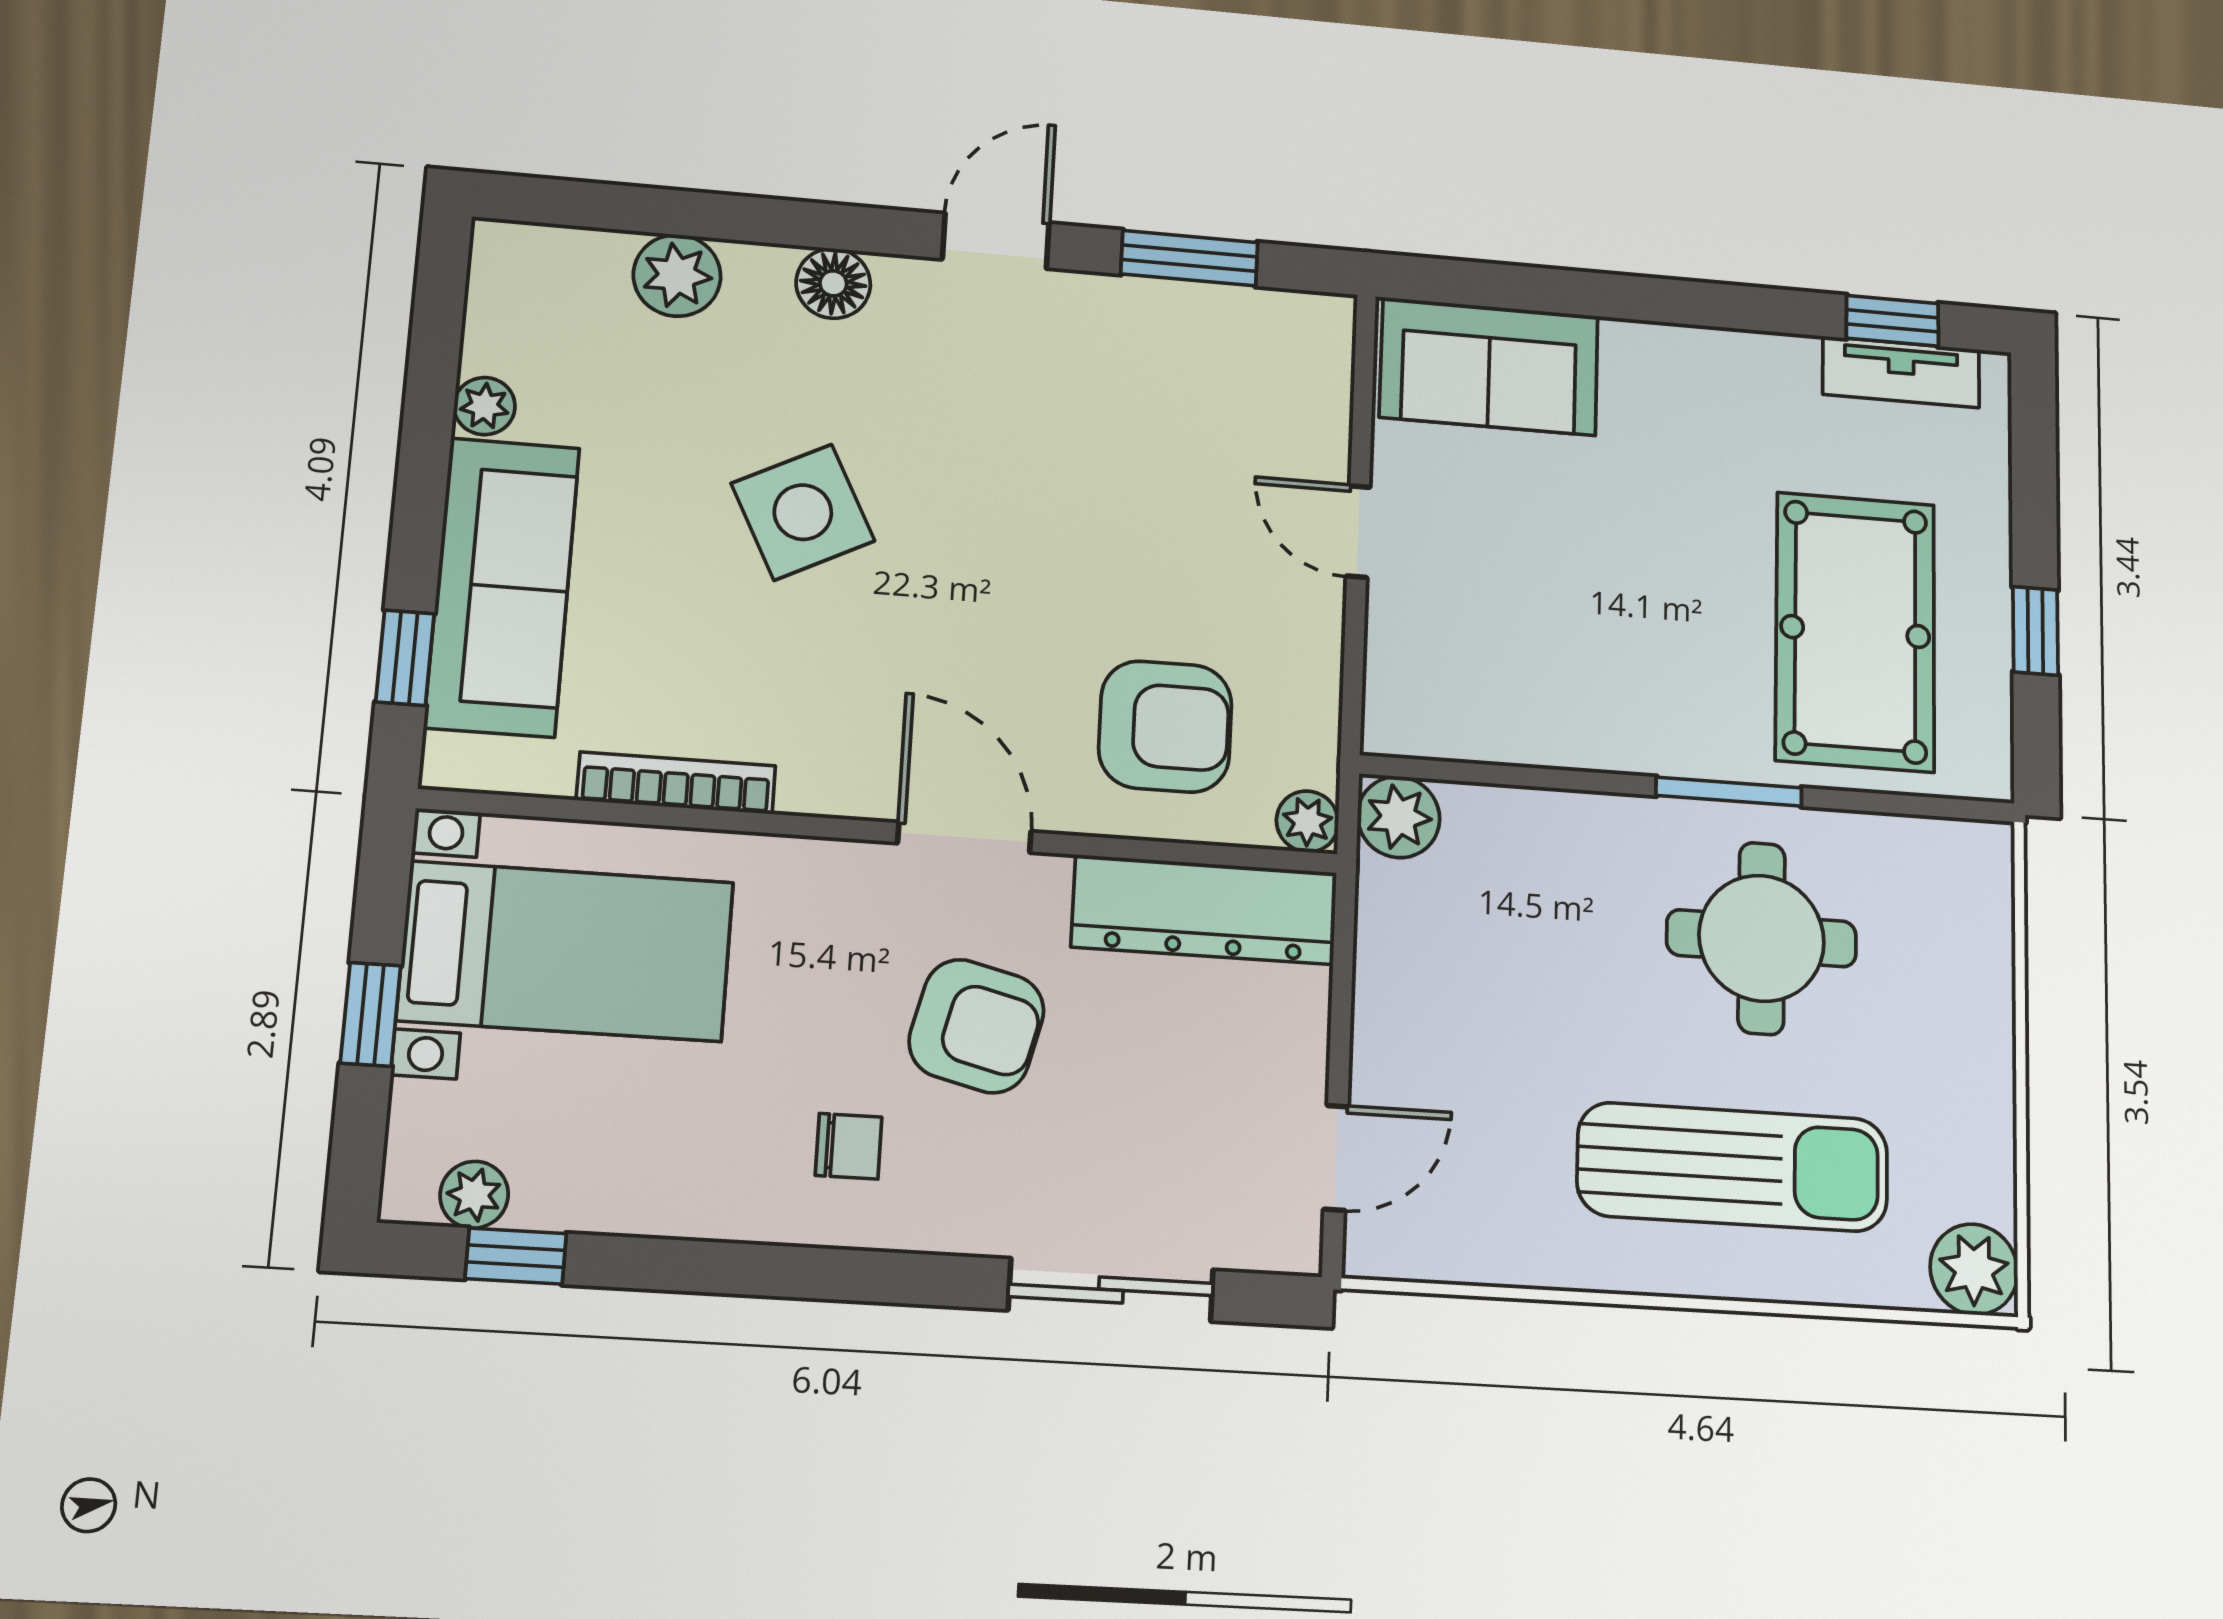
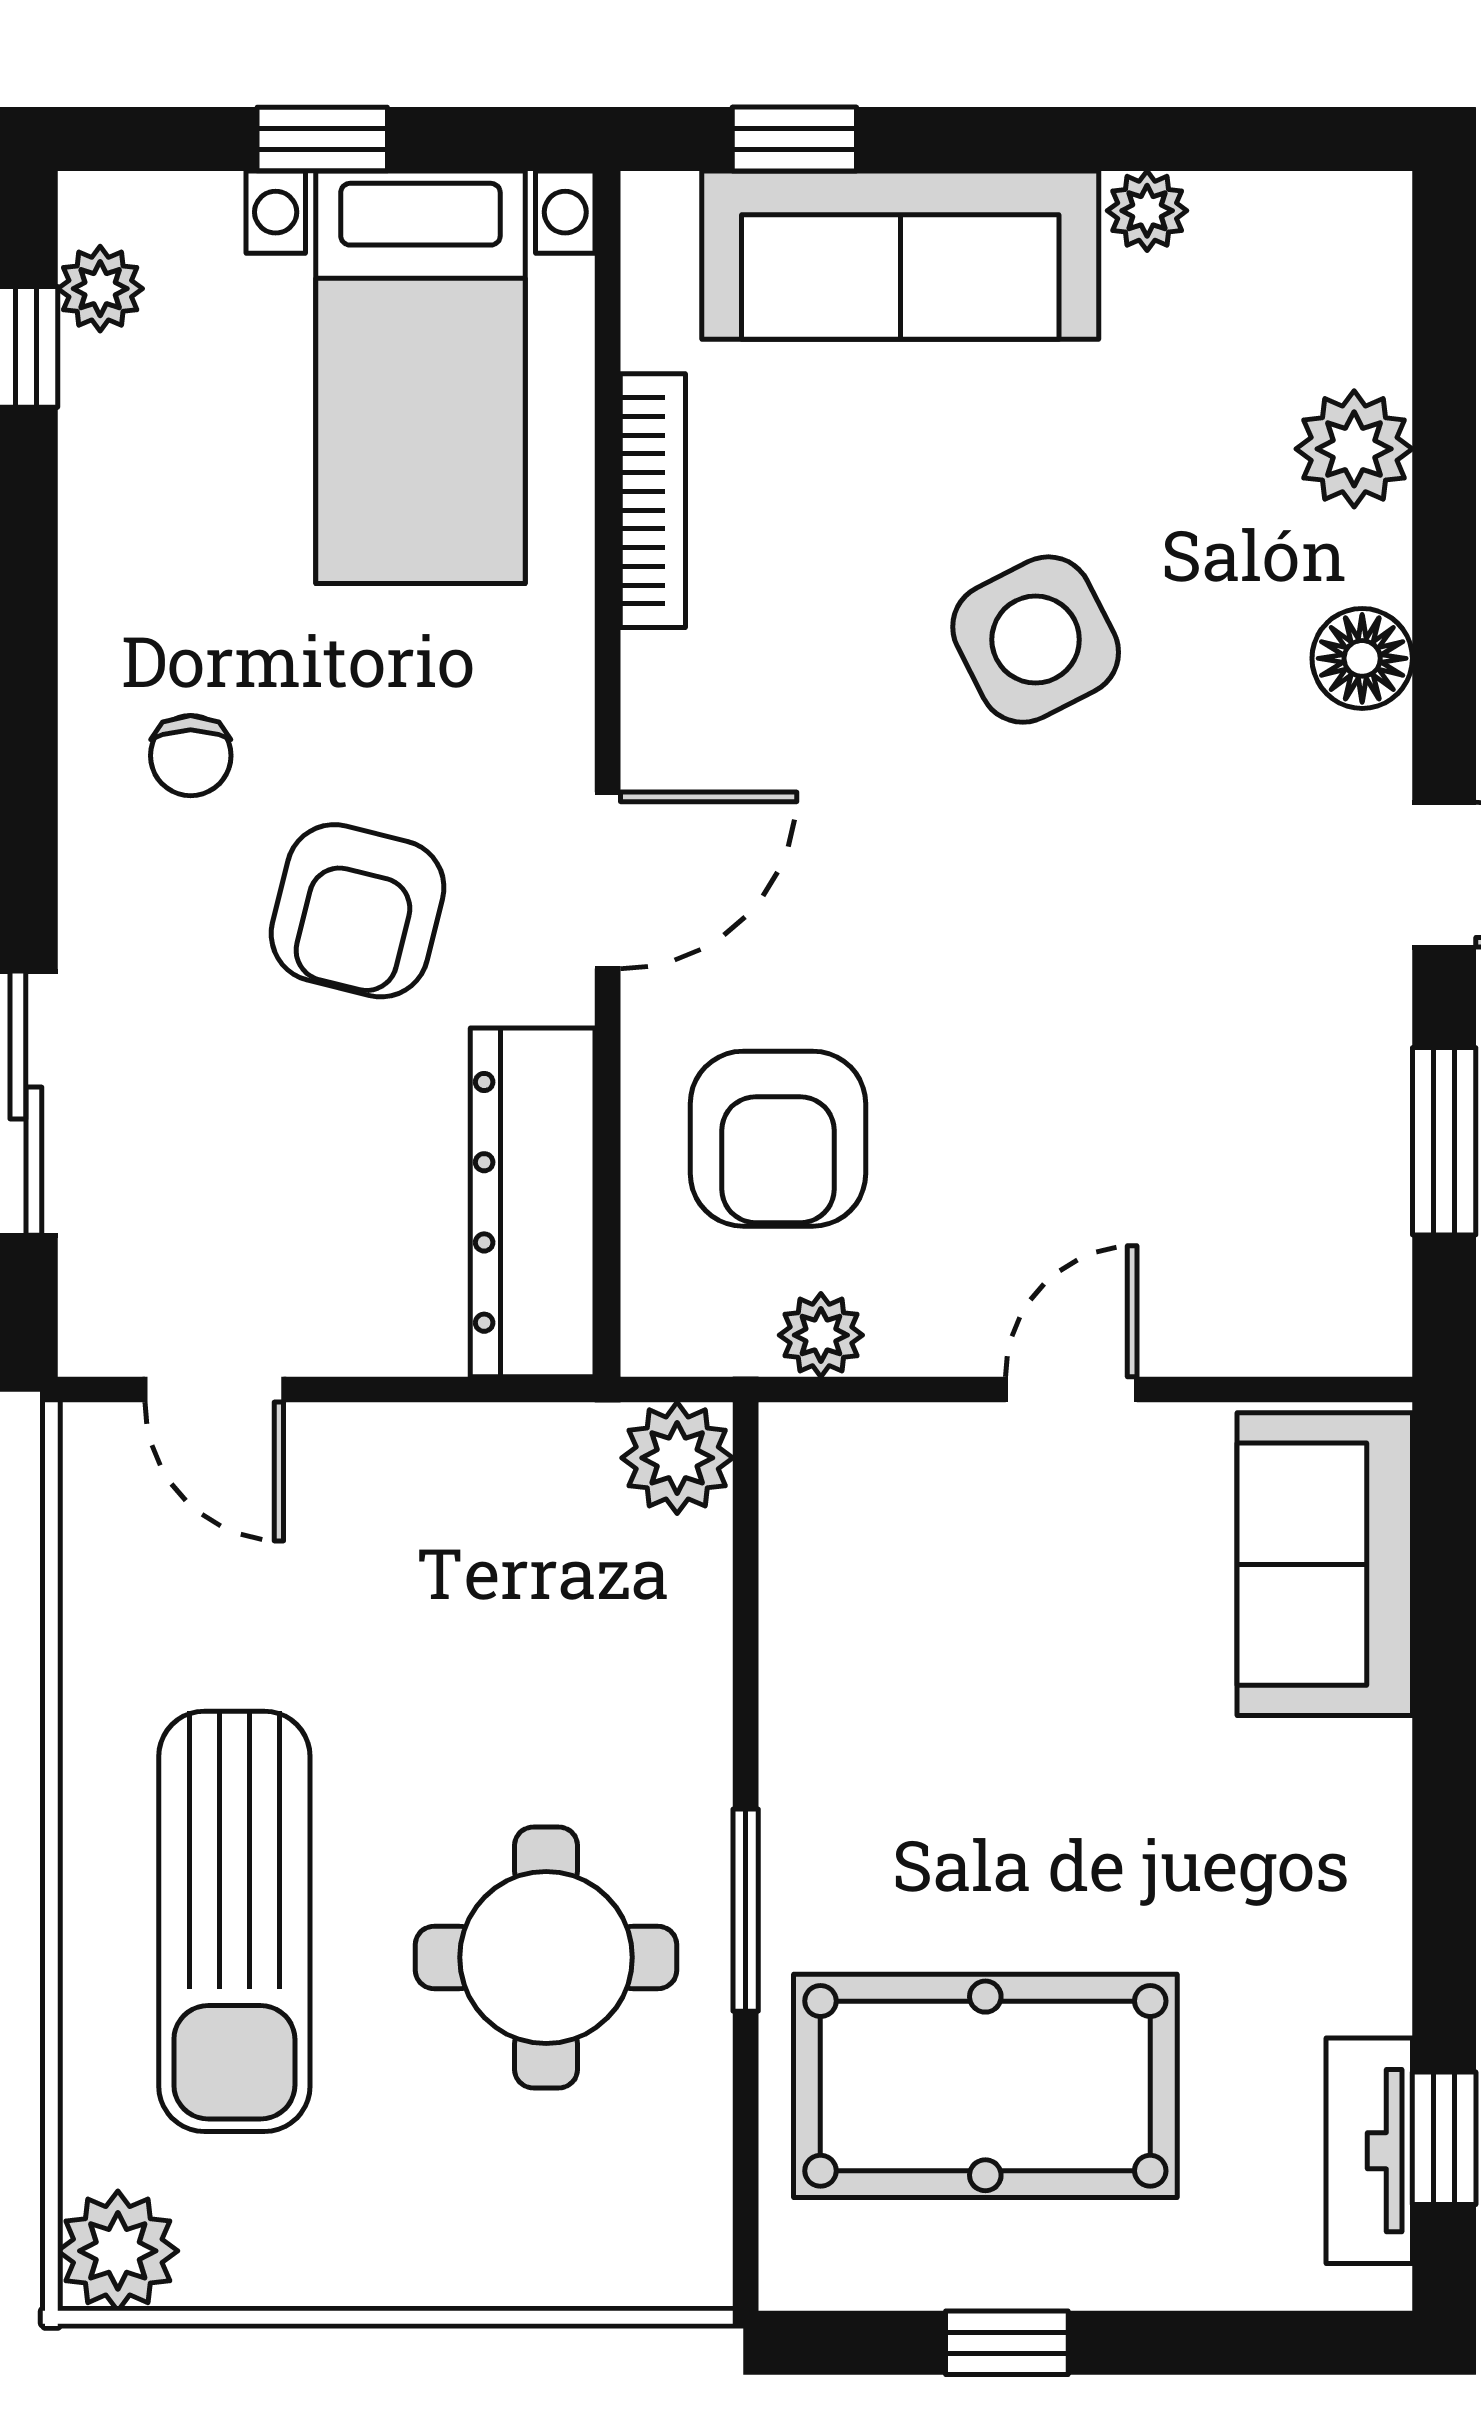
plant: (1307, 821) -> (821, 1335), moved

